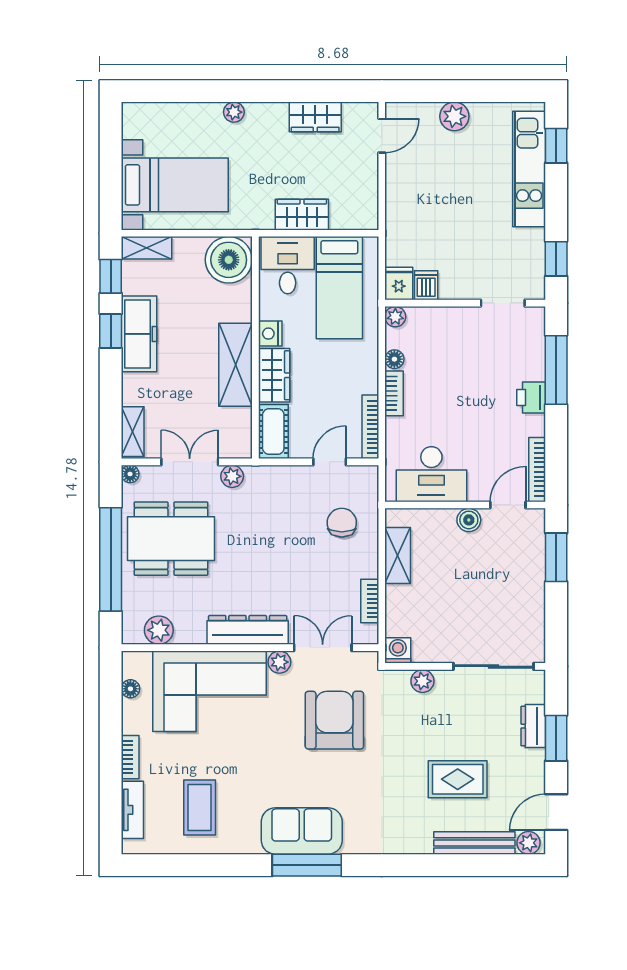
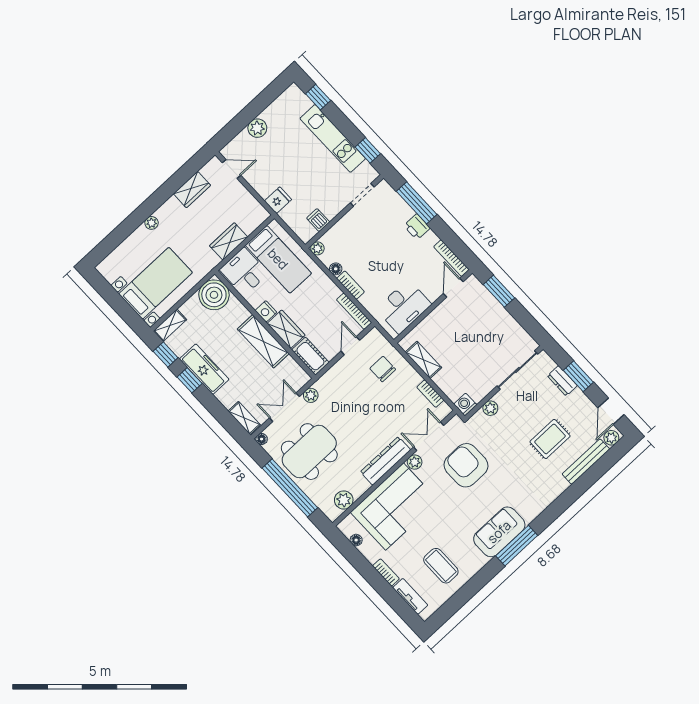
door: (382, 136) -> (232, 169), hinge flipped
kitchen unit: (529, 169) -> (333, 138), moved
fridge: (399, 284) -> (278, 200), moved, turned 90
boiler: (469, 520) -> (441, 312), removed

